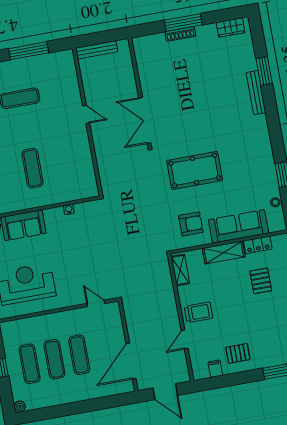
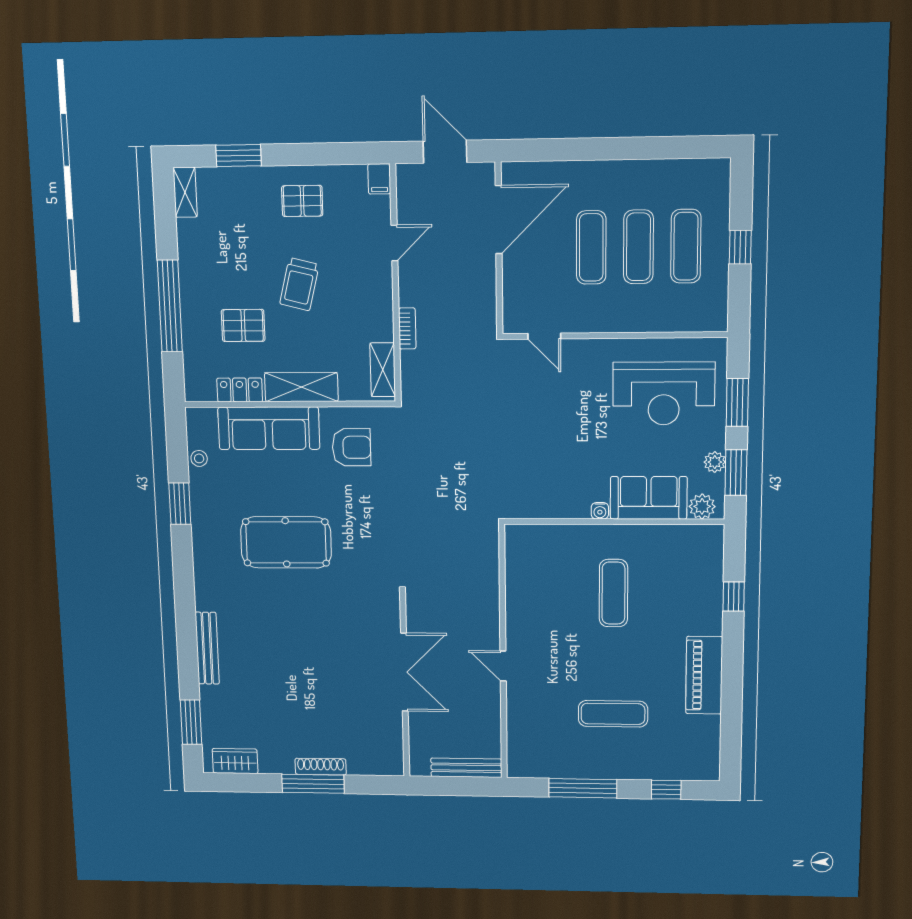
window: (264, 71) -> (191, 722), moved
double door: (145, 120) -> (404, 672), moved
pool table: (195, 170) -> (286, 542), moved
water cooler: (69, 209) -> (600, 511), moved
armchair: (191, 224) -> (352, 447), turned 180
pallet: (261, 281) -> (243, 325), turned 90
bookcase: (170, 295) -> (407, 328), added
trolley: (198, 312) -> (299, 284), moved, turned -76
filing cabinet: (215, 369) -> (379, 179), moved
plant: (20, 406) -> (720, 169), removed

